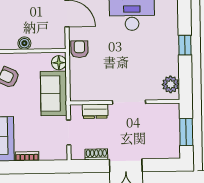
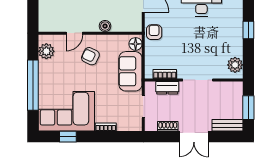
bookcase: (92, 96) -> (165, 74), added
bench: (163, 152) -> (227, 125), added

